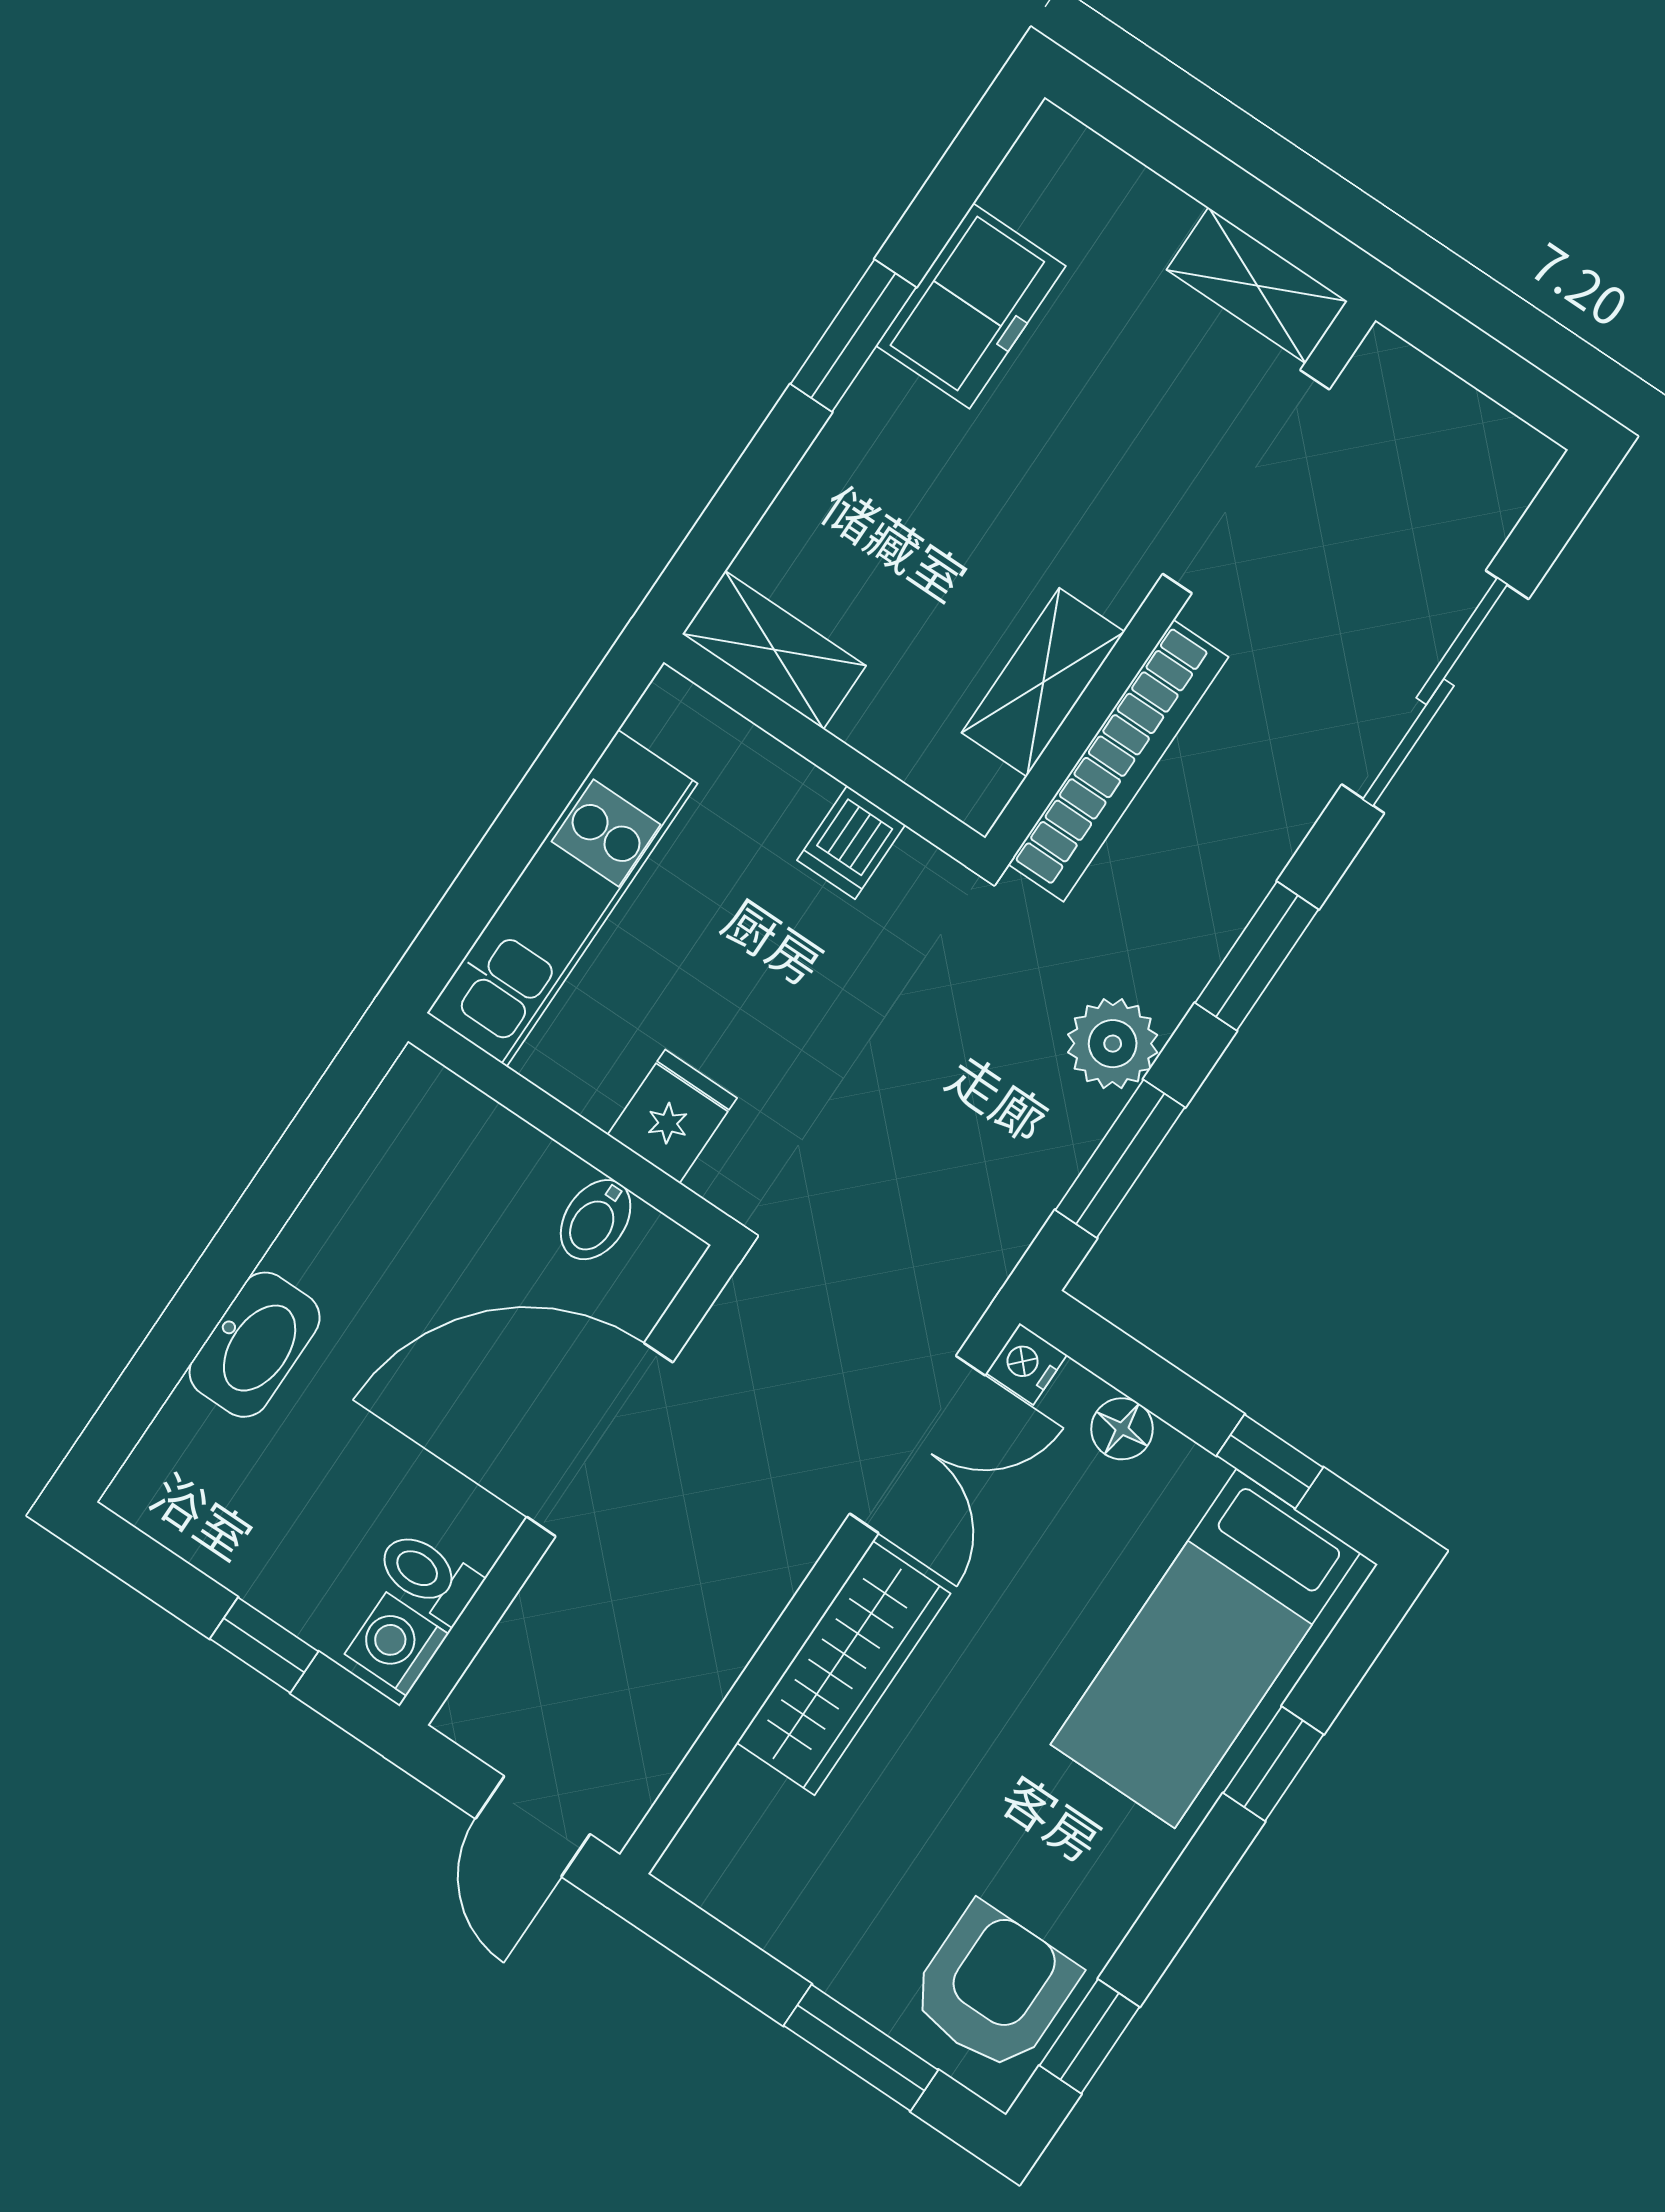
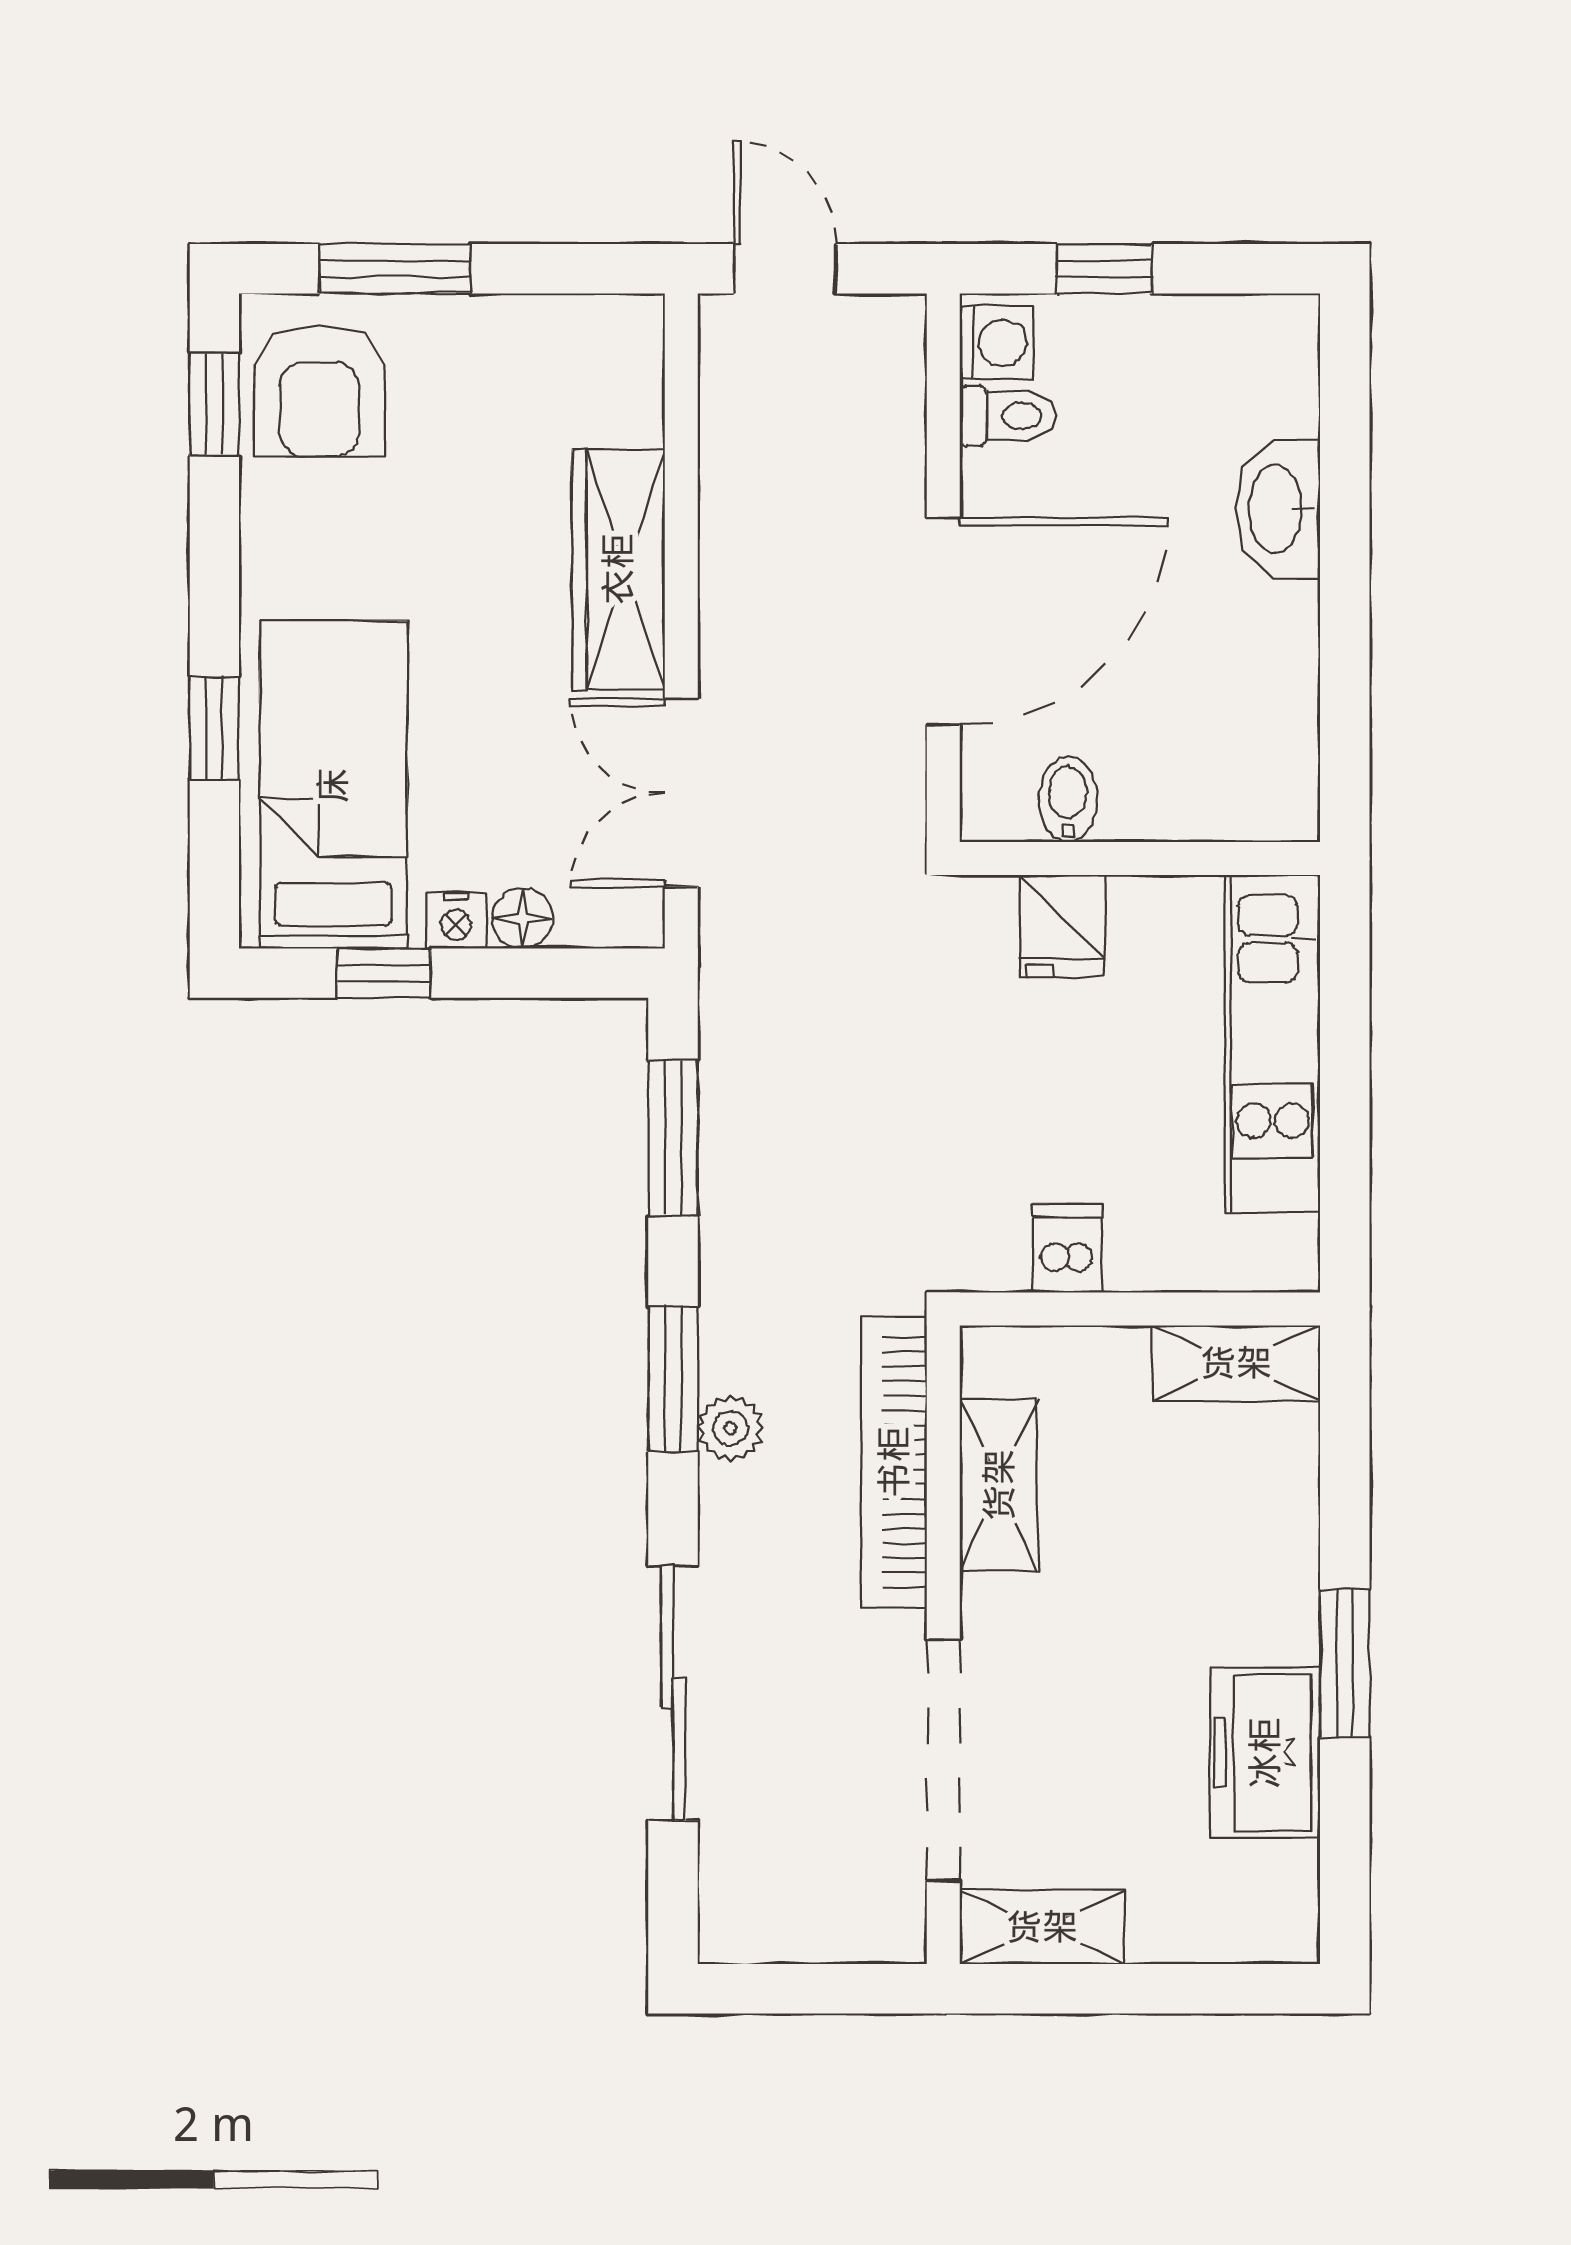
plant: (1113, 1044) -> (730, 1428), moved, width x0.73, depth x0.73
nightstand: (1026, 1364) -> (456, 920), moved, turned 90

